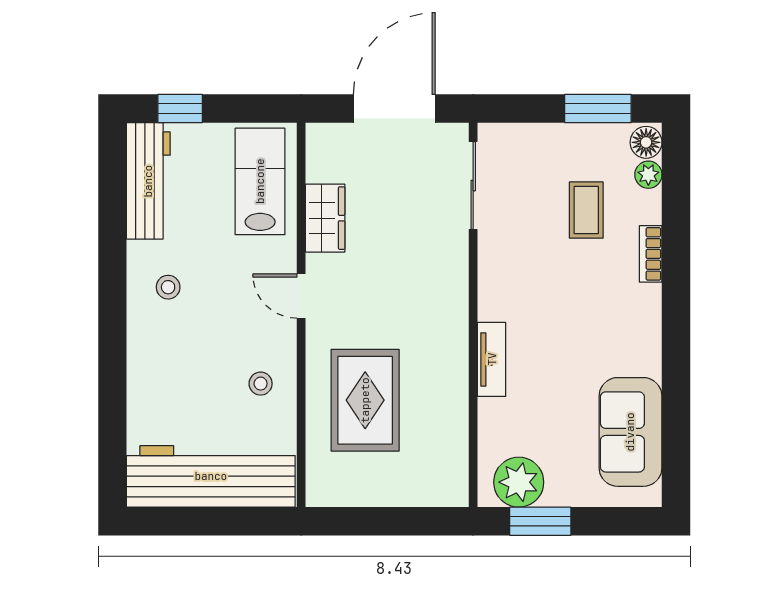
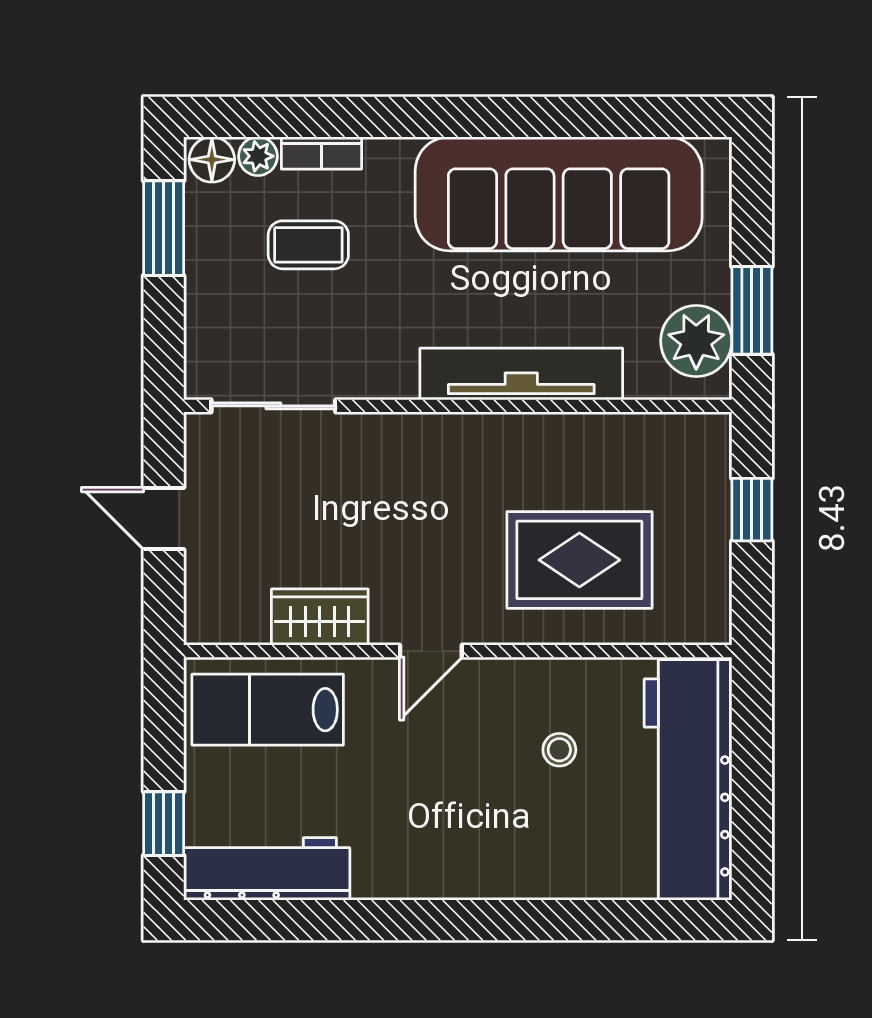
door: (394, 109) -> (164, 518), width x0.53
bookcase: (651, 254) -> (321, 153), moved
stool: (168, 287) -> (418, 841), removed
tv unit: (492, 359) -> (521, 374), width x1.92, depth x1.29
stool: (261, 384) -> (559, 750), moved
sofa: (630, 432) -> (559, 194), width x1.85, depth x1.27
window: (400, 521) -> (752, 510), added

